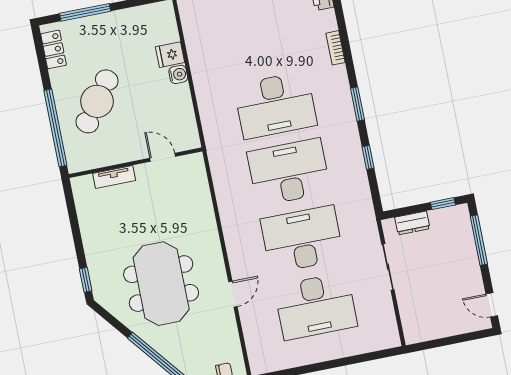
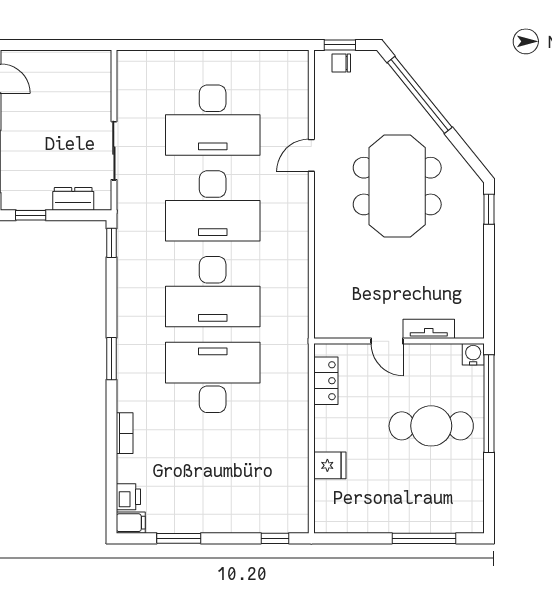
locker: (54, 49) -> (326, 381), moved, turned 180
water cooler: (178, 74) -> (473, 354), moved, turned 90
cafe table: (97, 101) -> (431, 426), turned 54
door: (163, 157) -> (387, 341), moved
window: (368, 157) -> (112, 243), moved
desk: (316, 306) -> (213, 120), turned 180

